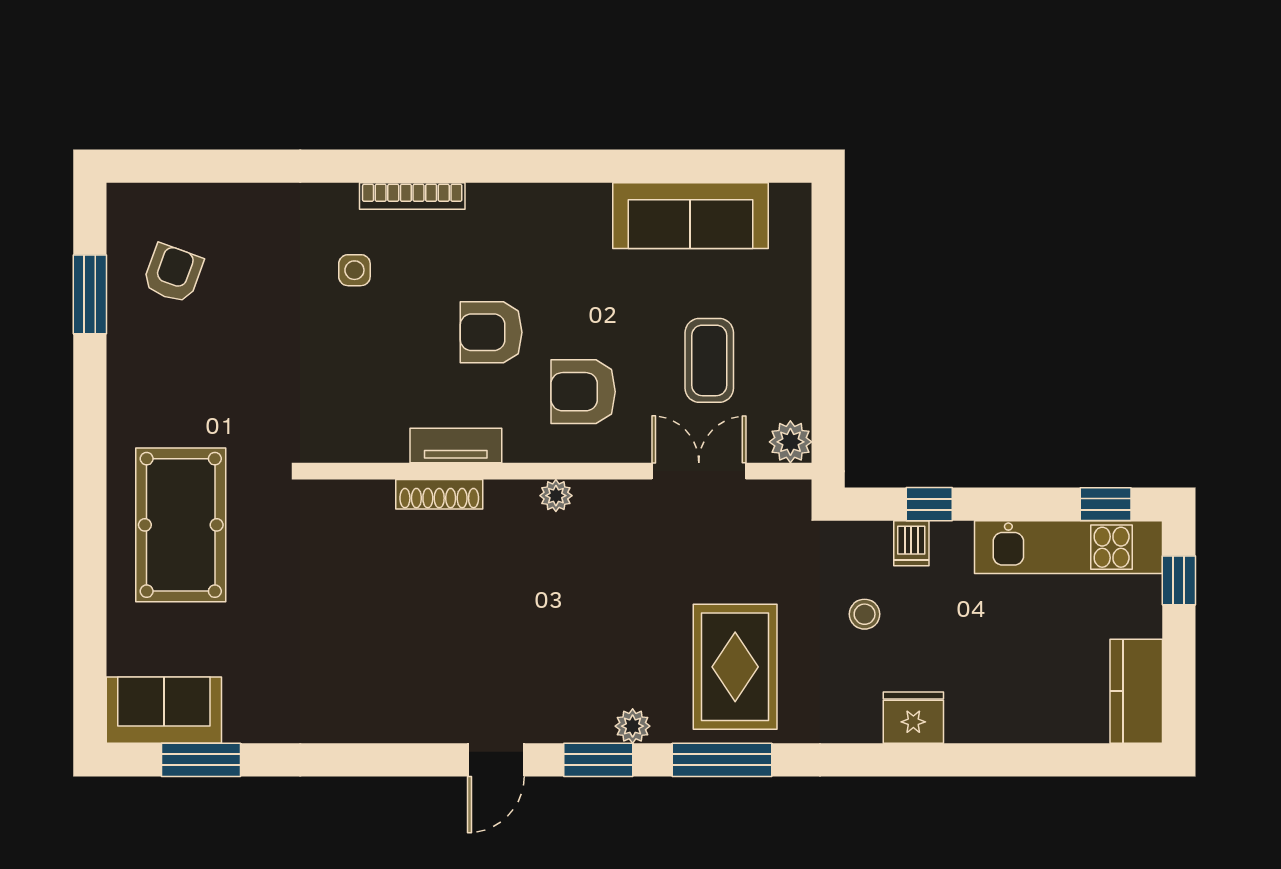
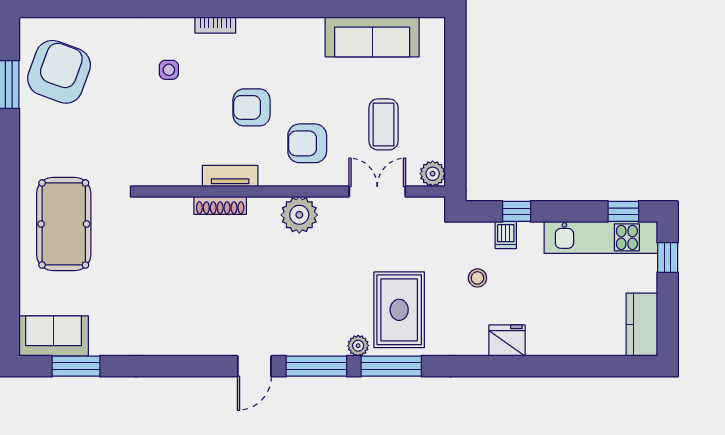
bookcase: (412, 196) -> (215, 25), width x0.64
armchair: (173, 273) -> (59, 72), width x1.88, depth x1.88
plant: (556, 496) -> (299, 215), width x1.87, depth x1.87
plant: (633, 726) -> (358, 346), moved
window: (598, 760) -> (316, 366), width x1.44

